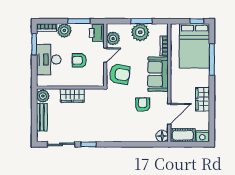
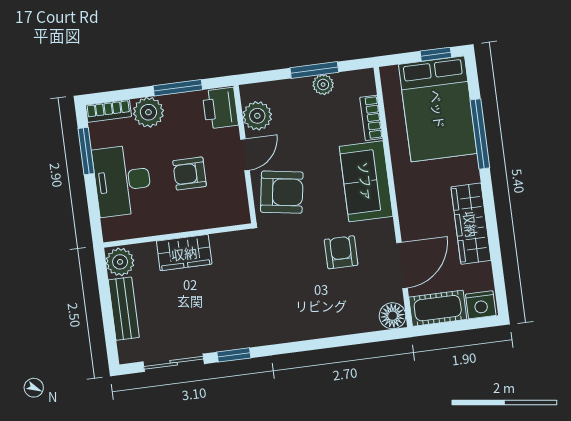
plant: (140, 32) -> (323, 85), width x0.53, depth x0.53
wardrobe: (203, 99) -> (471, 224), width x1.50

